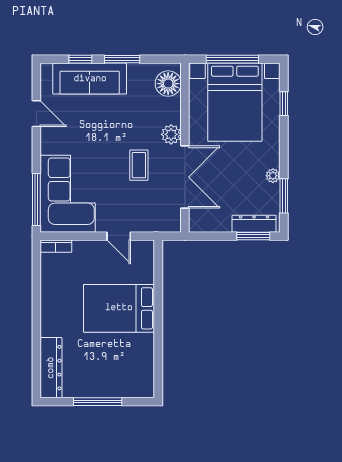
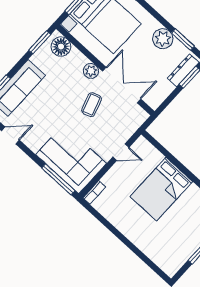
window: (122, 59) -> (40, 42), moved
coffee table: (139, 165) -> (92, 105), turned 72
plant: (273, 176) -> (163, 39), width x1.87, depth x1.87
dresser: (51, 368) -> (160, 257), removed

